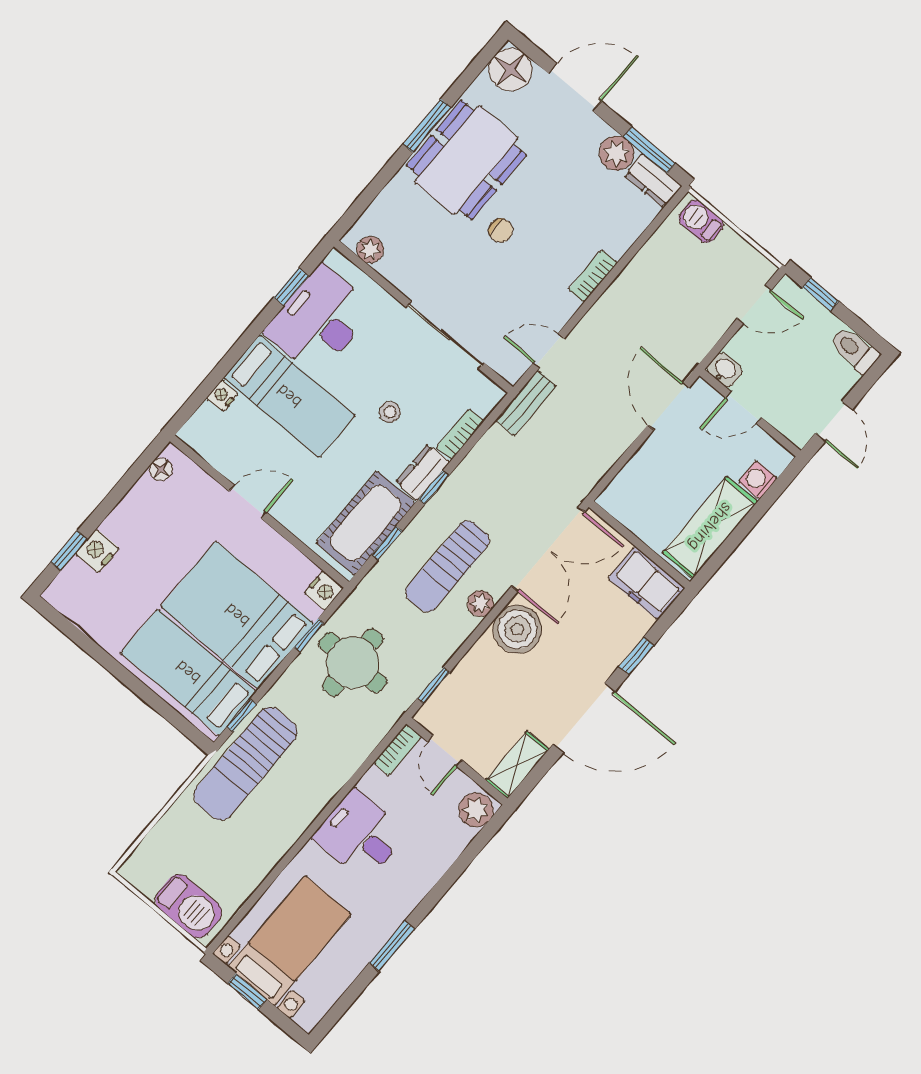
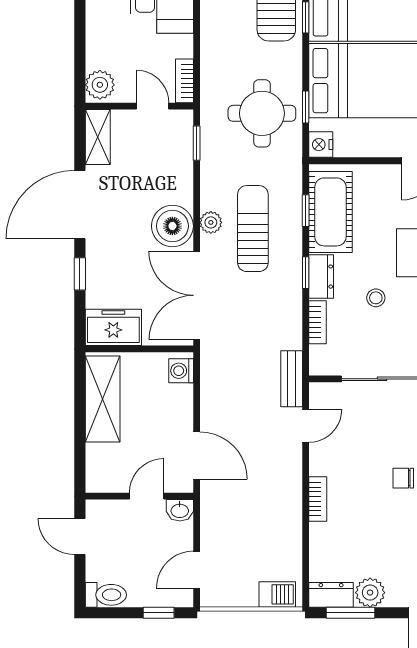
washing machine: (758, 480) -> (181, 371), moved, turned 180

